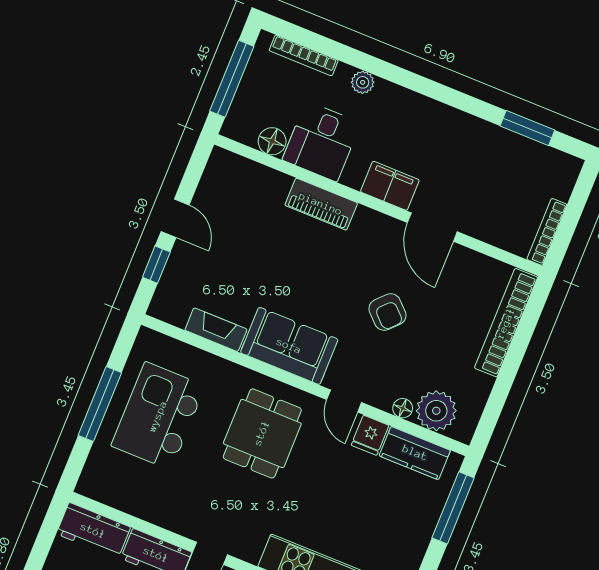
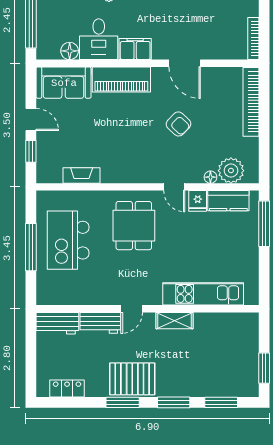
filing cabinet: (390, 186) -> (135, 49), moved
piano: (321, 204) -> (121, 79), width x1.37, depth x1.33
sofa: (289, 346) -> (64, 83), moved, turned 180

